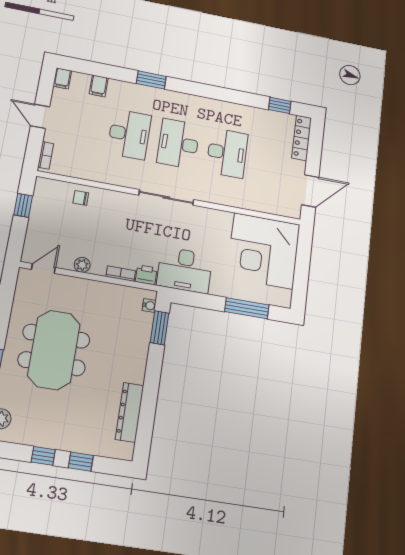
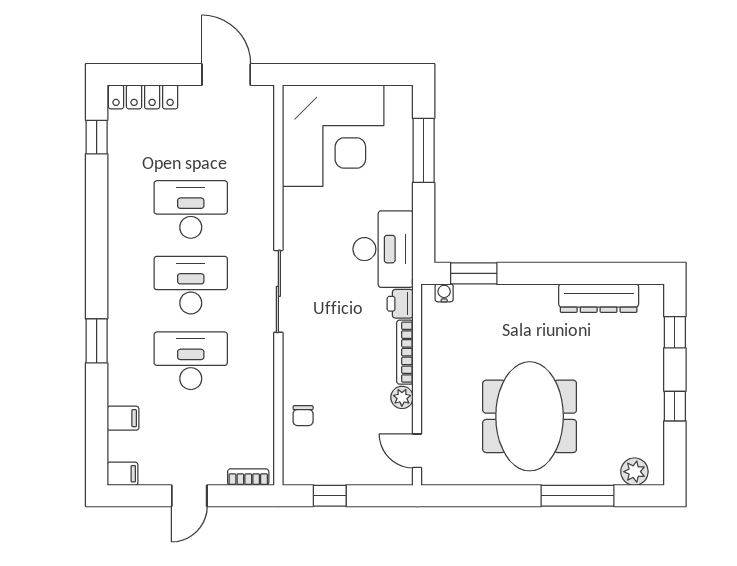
desk: (178, 144) -> (191, 285), turned 180
bookcase: (121, 274) -> (405, 352), width x1.56
meeting table: (54, 350) -> (530, 416), turned 90
window: (81, 462) -> (675, 332), moved

